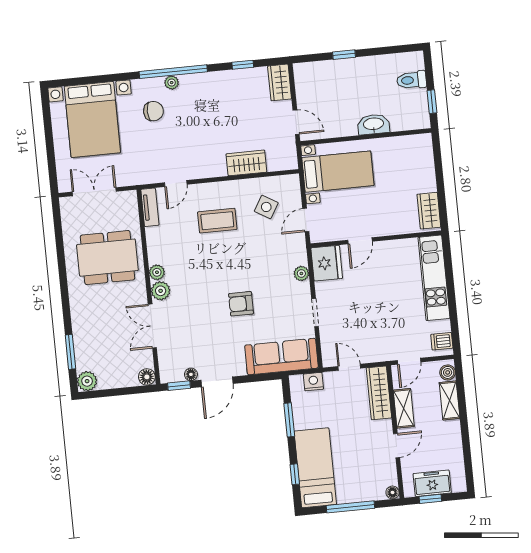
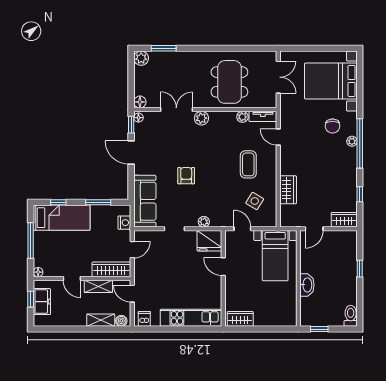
toilet: (412, 80) -> (351, 316), moved
plant: (157, 272) -> (242, 117), moved
floor lamp: (191, 374) -> (138, 118), moved

